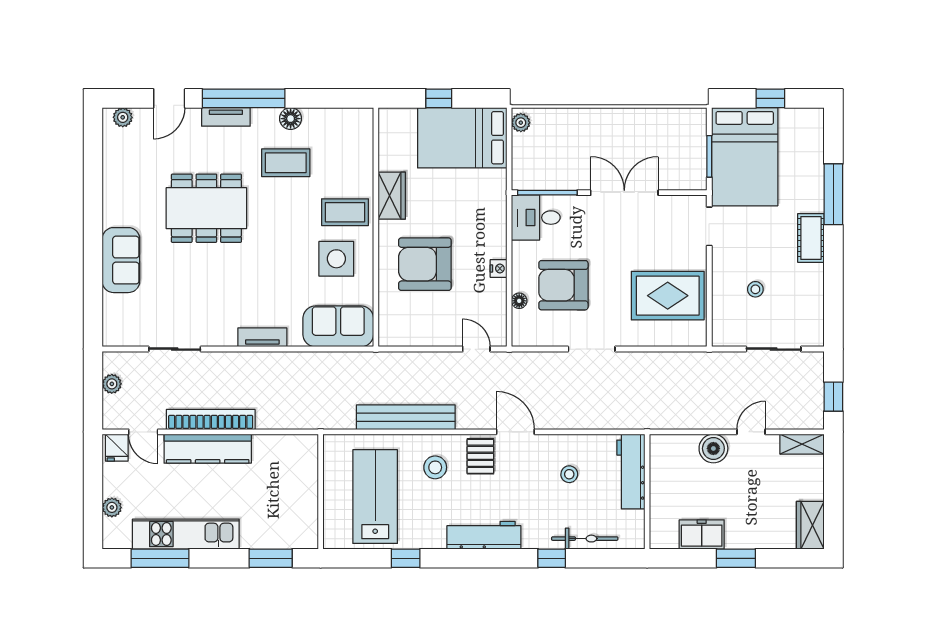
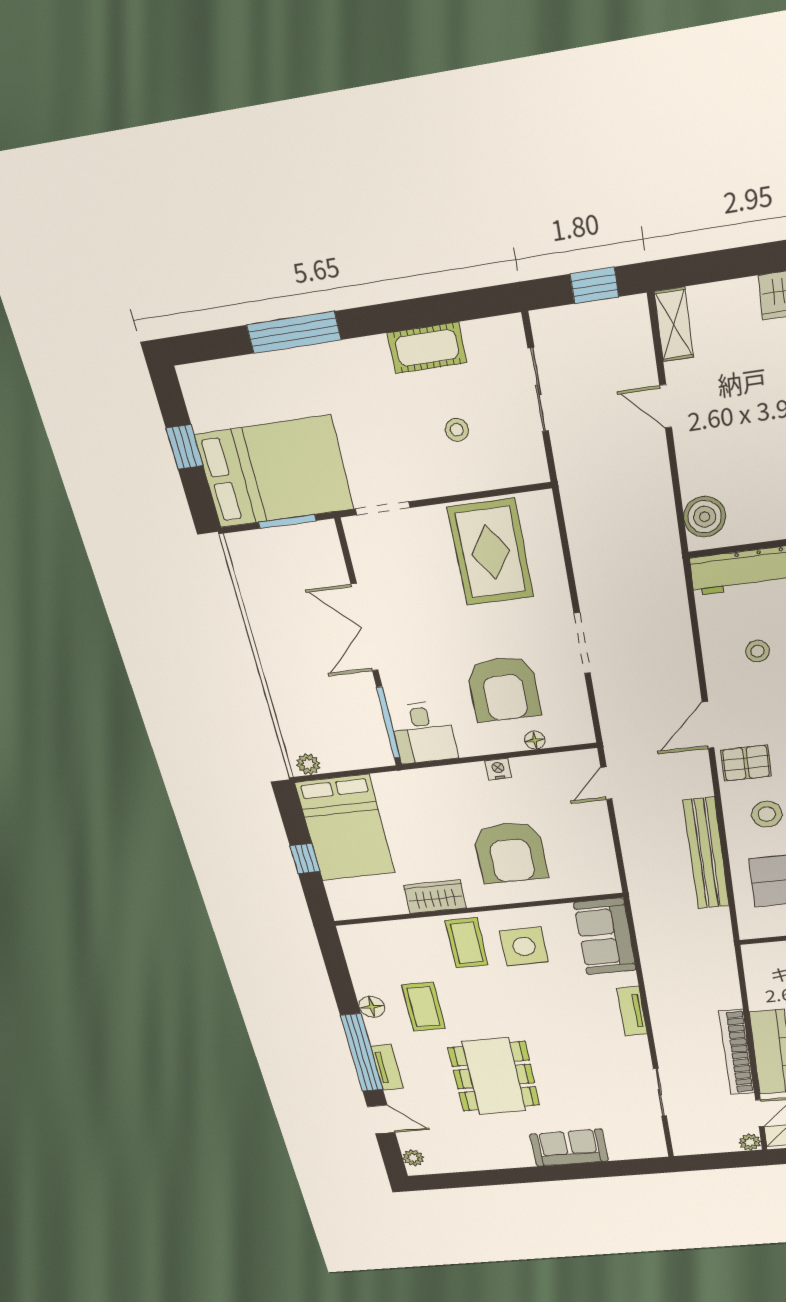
cot: (811, 238) -> (427, 348), moved
plant: (112, 384) -> (750, 1142), moved
boiler: (713, 448) -> (705, 517), moved

